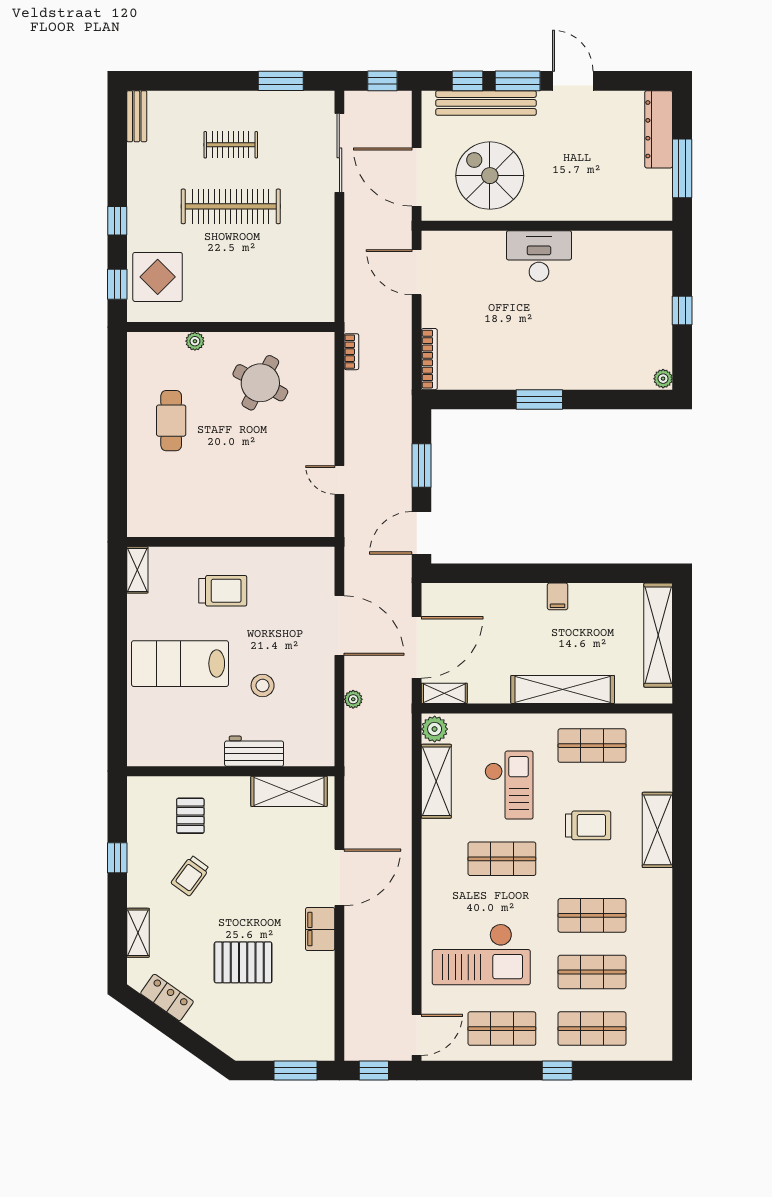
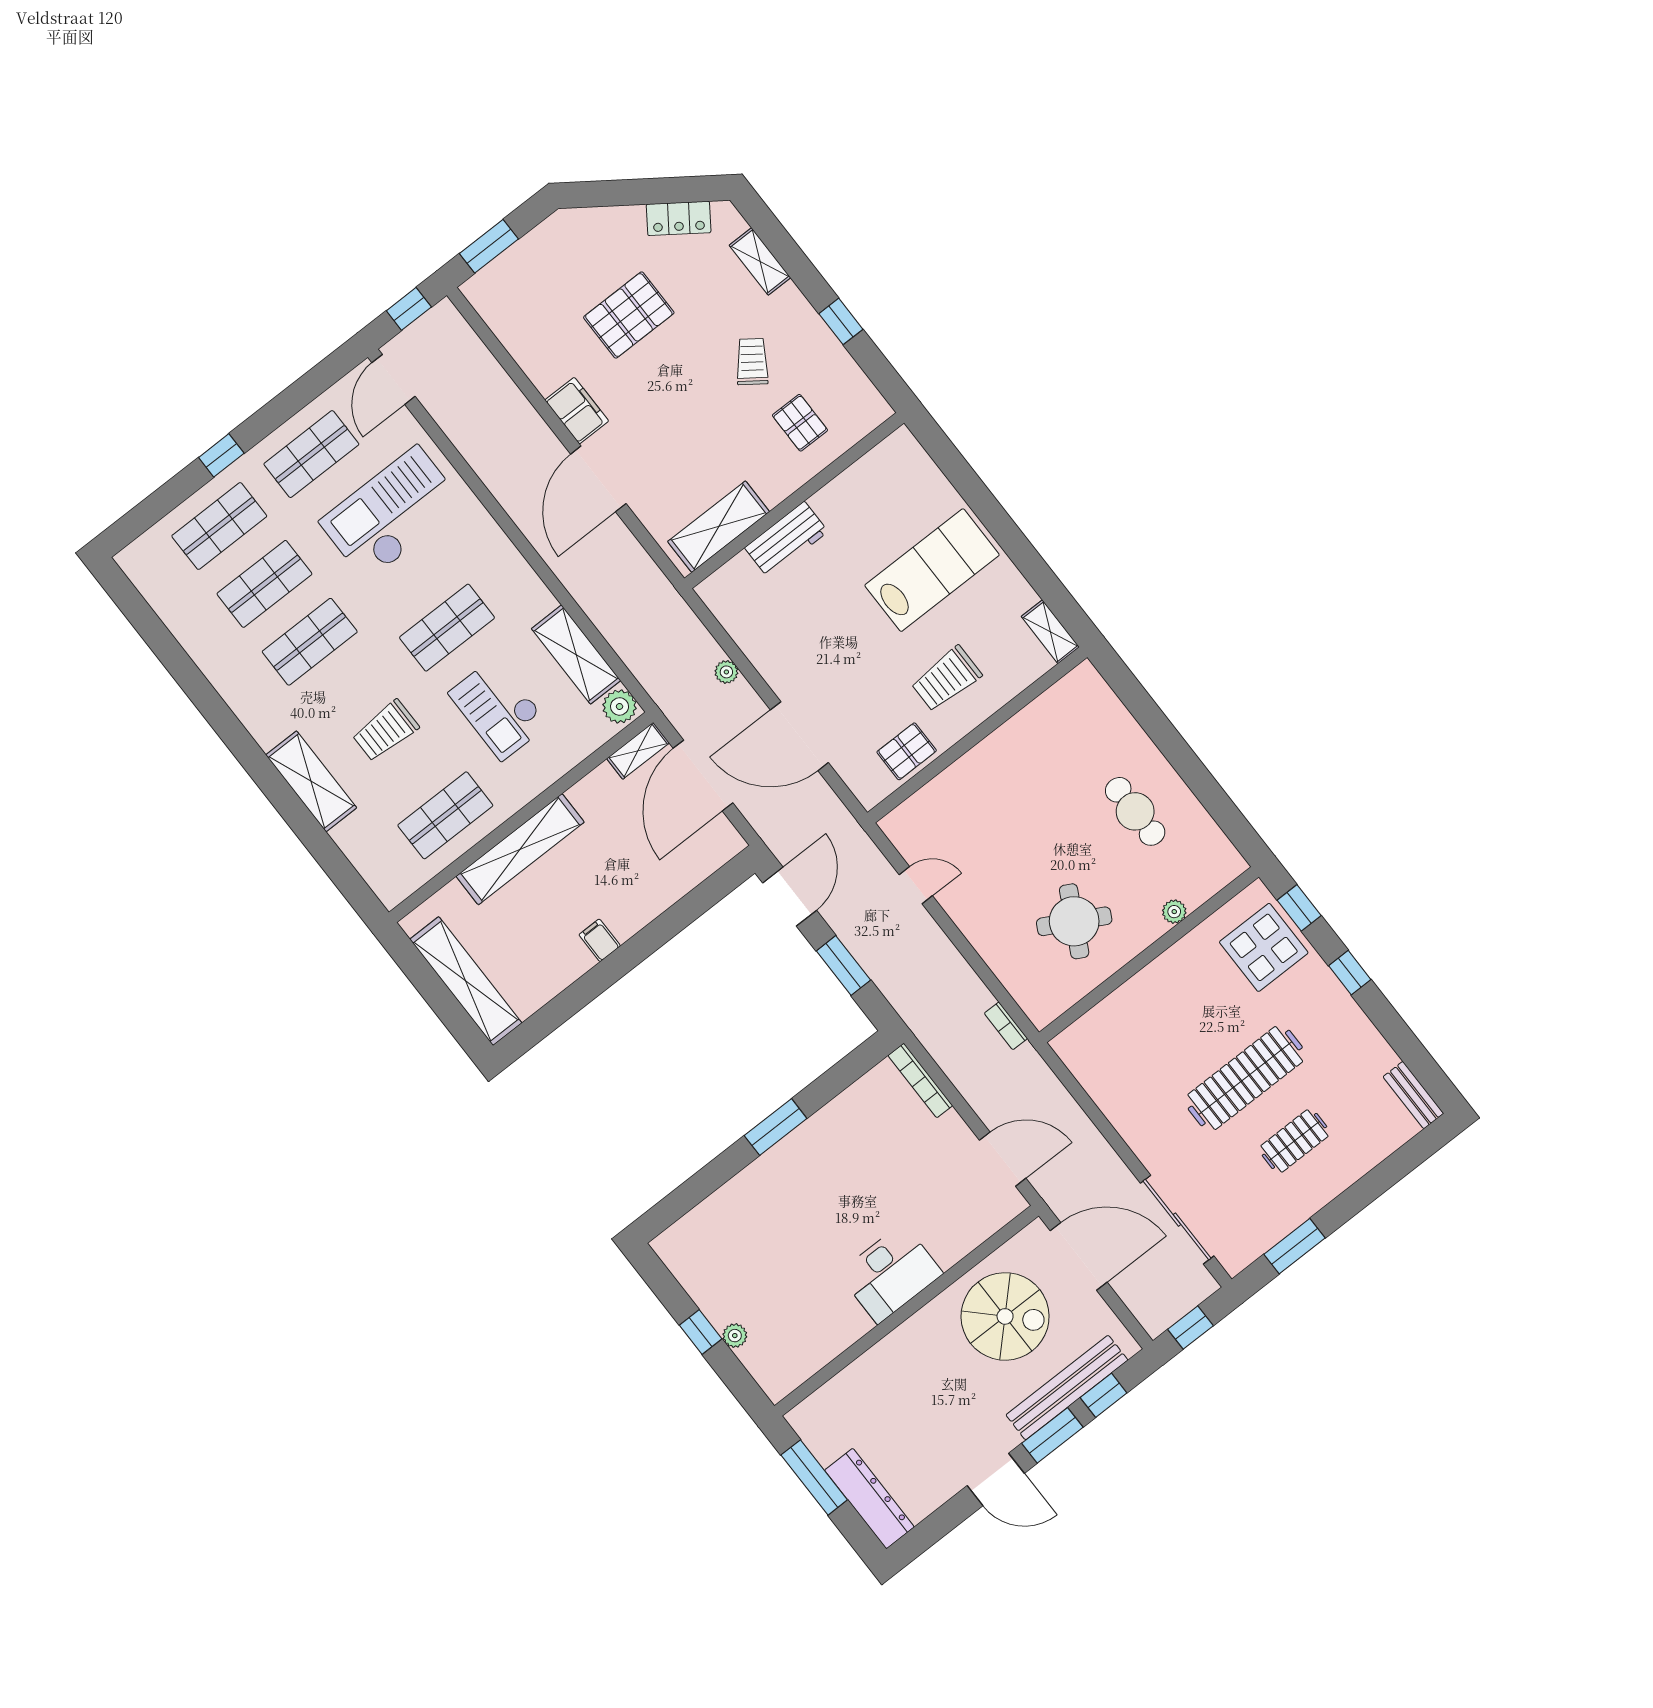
plant: (663, 379) -> (735, 1336), moved
pallet: (281, 566) -> (907, 751), added
stool: (263, 686) -> (830, 614), removed

